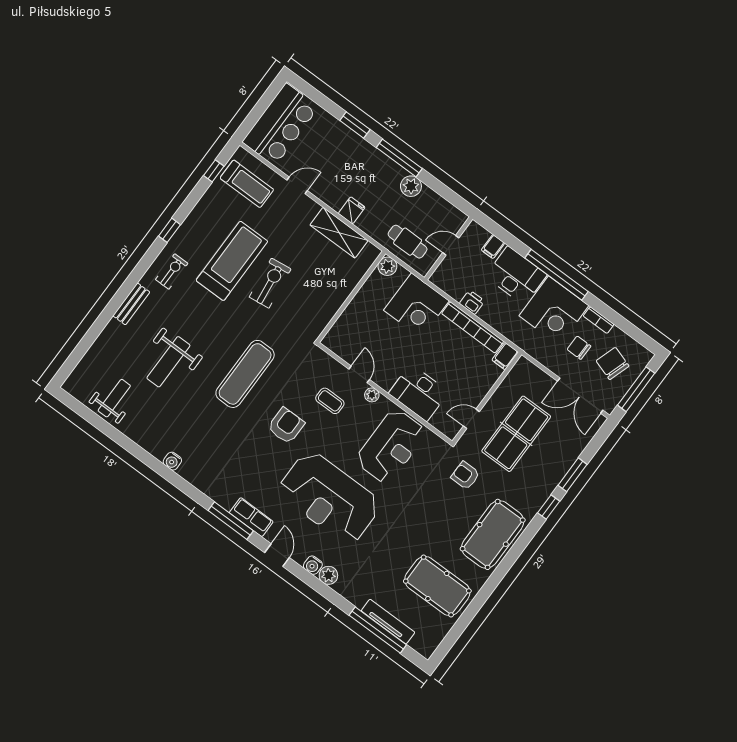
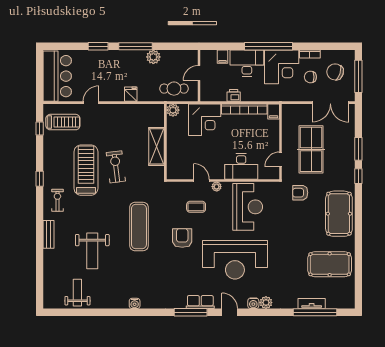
shelving: (339, 233) -> (157, 146), moved, turned 90
tv unit: (388, 622) -> (312, 304), width x0.71

